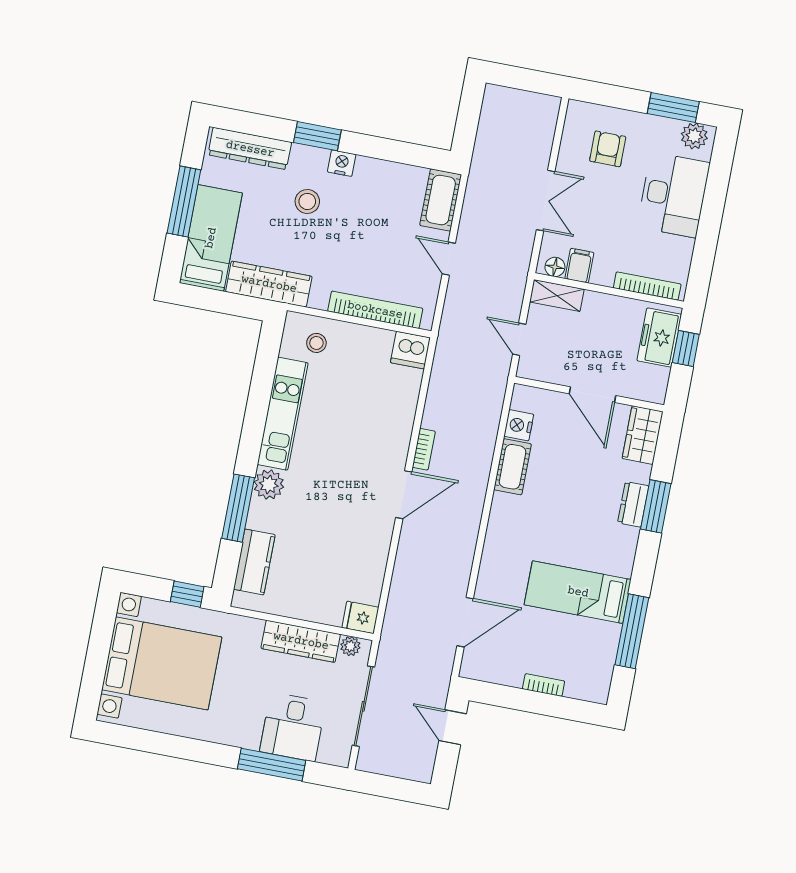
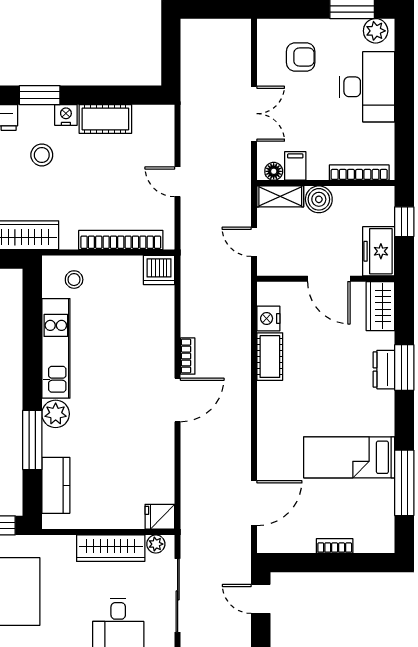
armchair: (608, 149) -> (301, 57), turned 90
cot: (441, 200) -> (105, 119), moved, turned 90
boiler: (598, 307) -> (319, 199), added
freezer: (659, 338) -> (379, 251), moved

